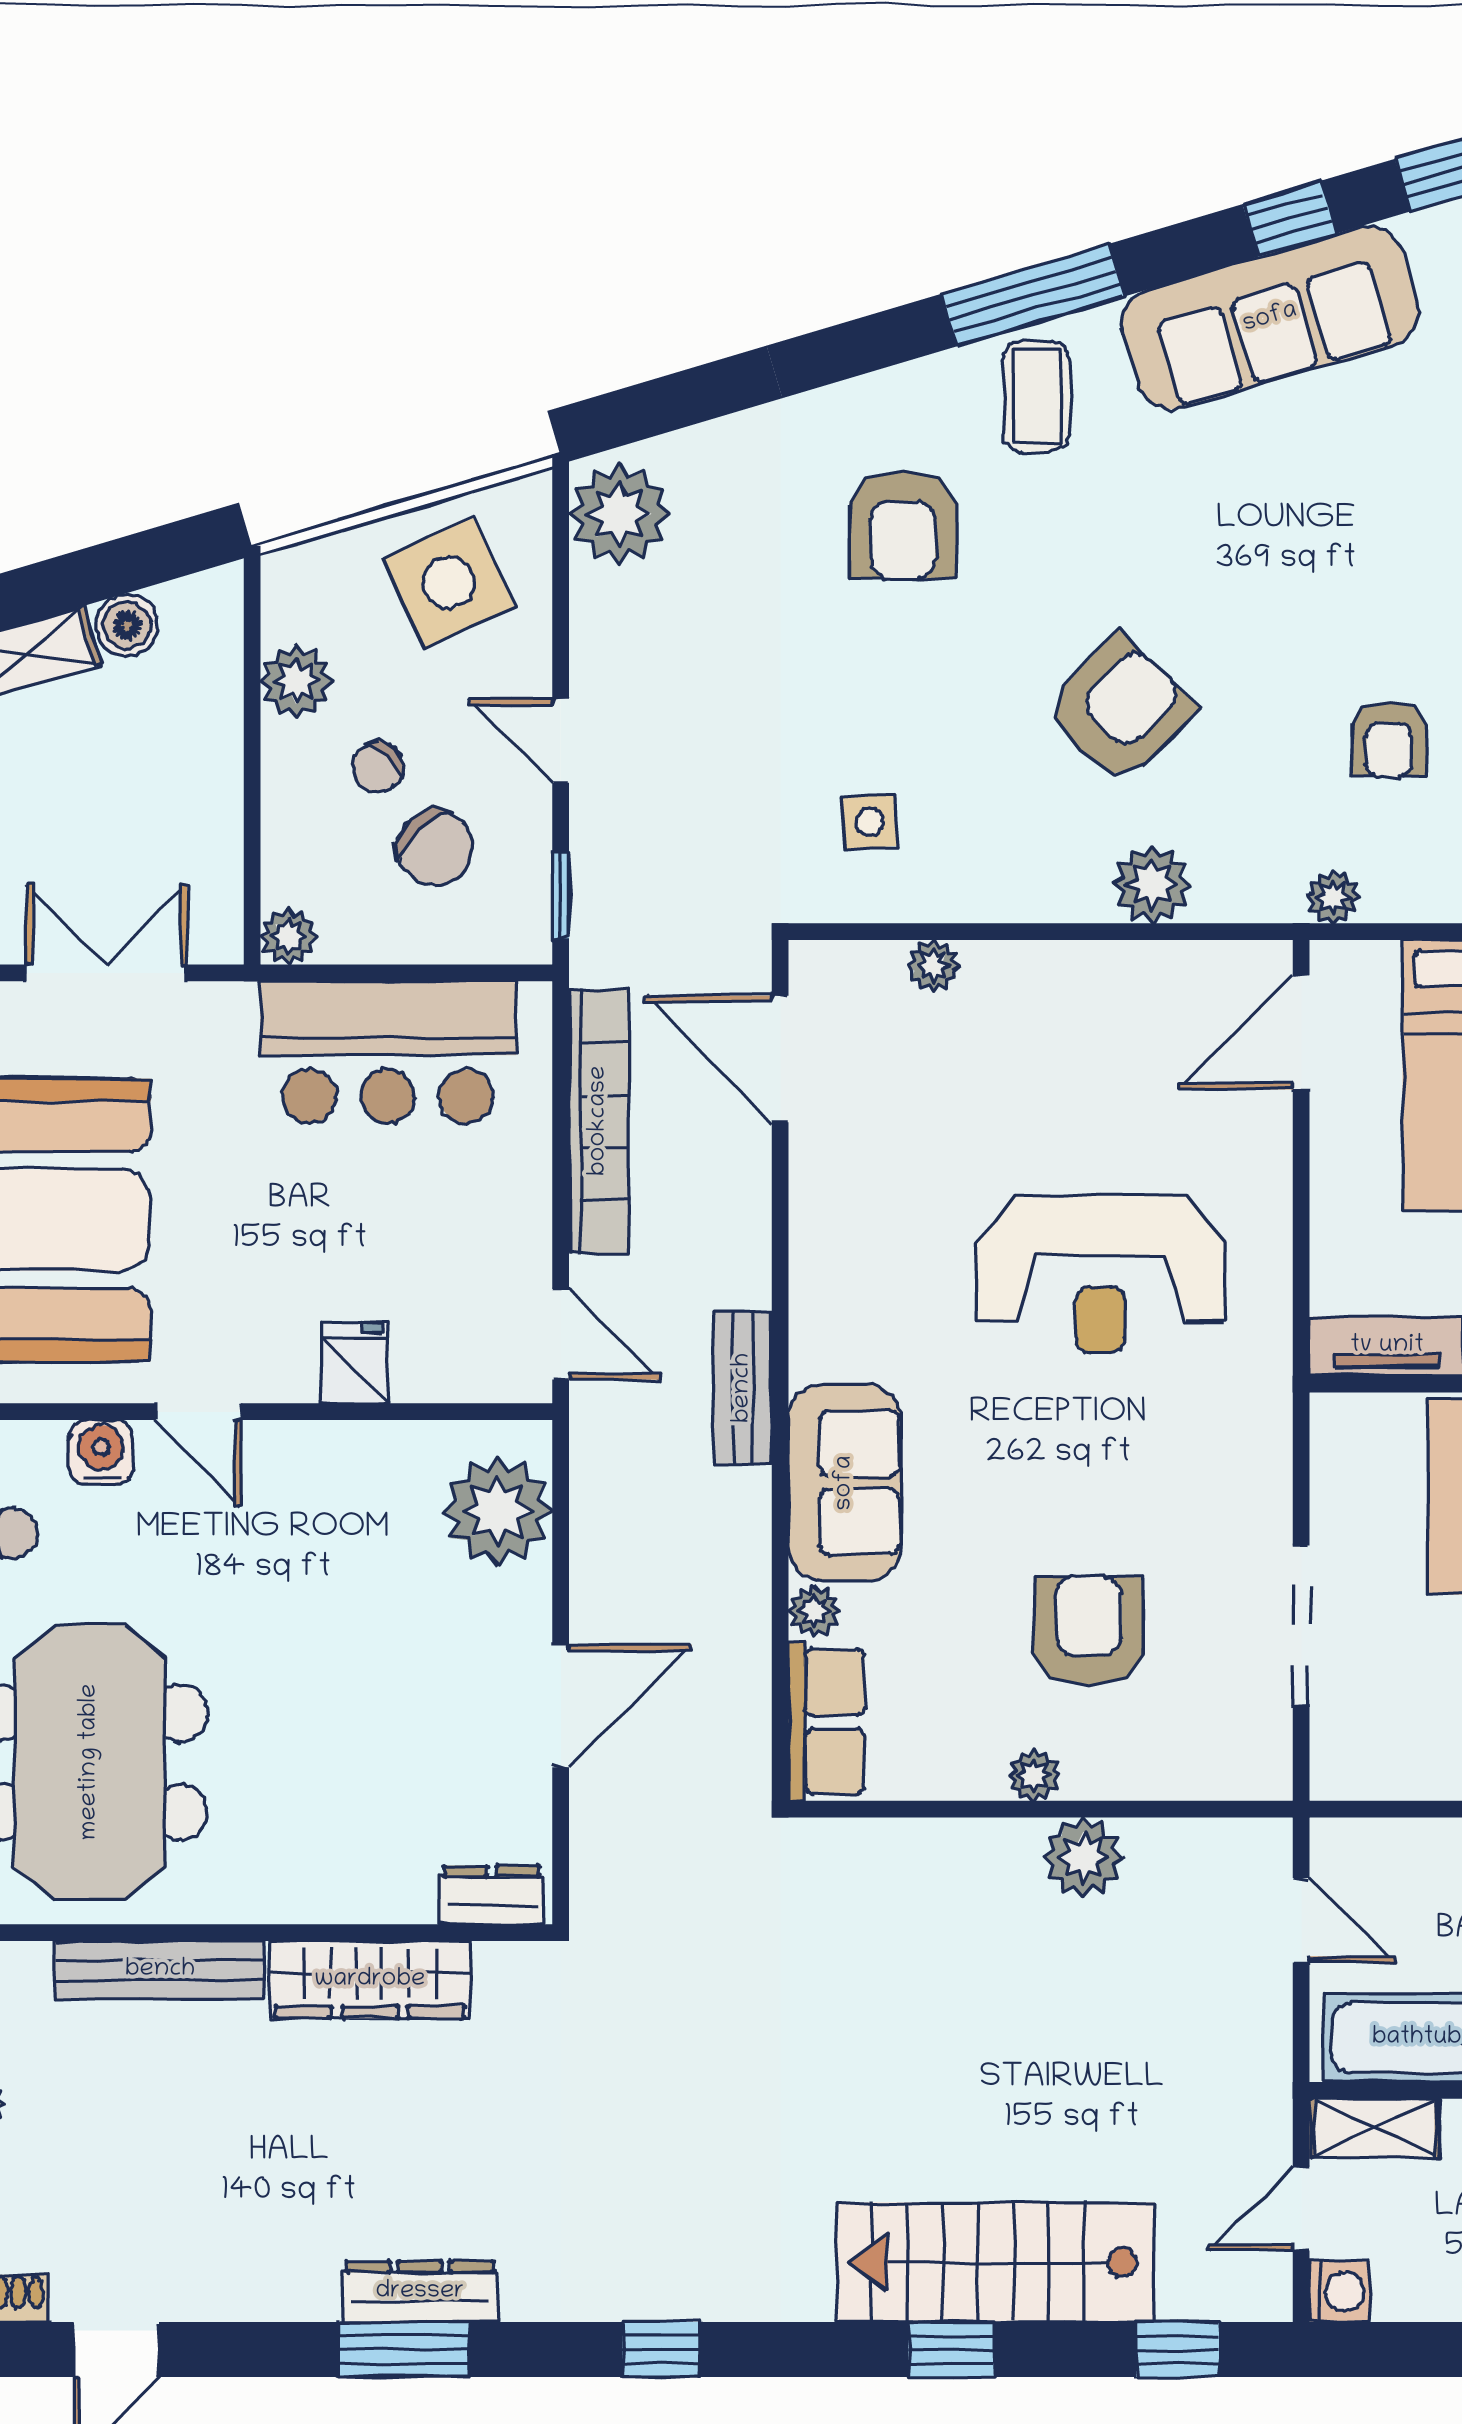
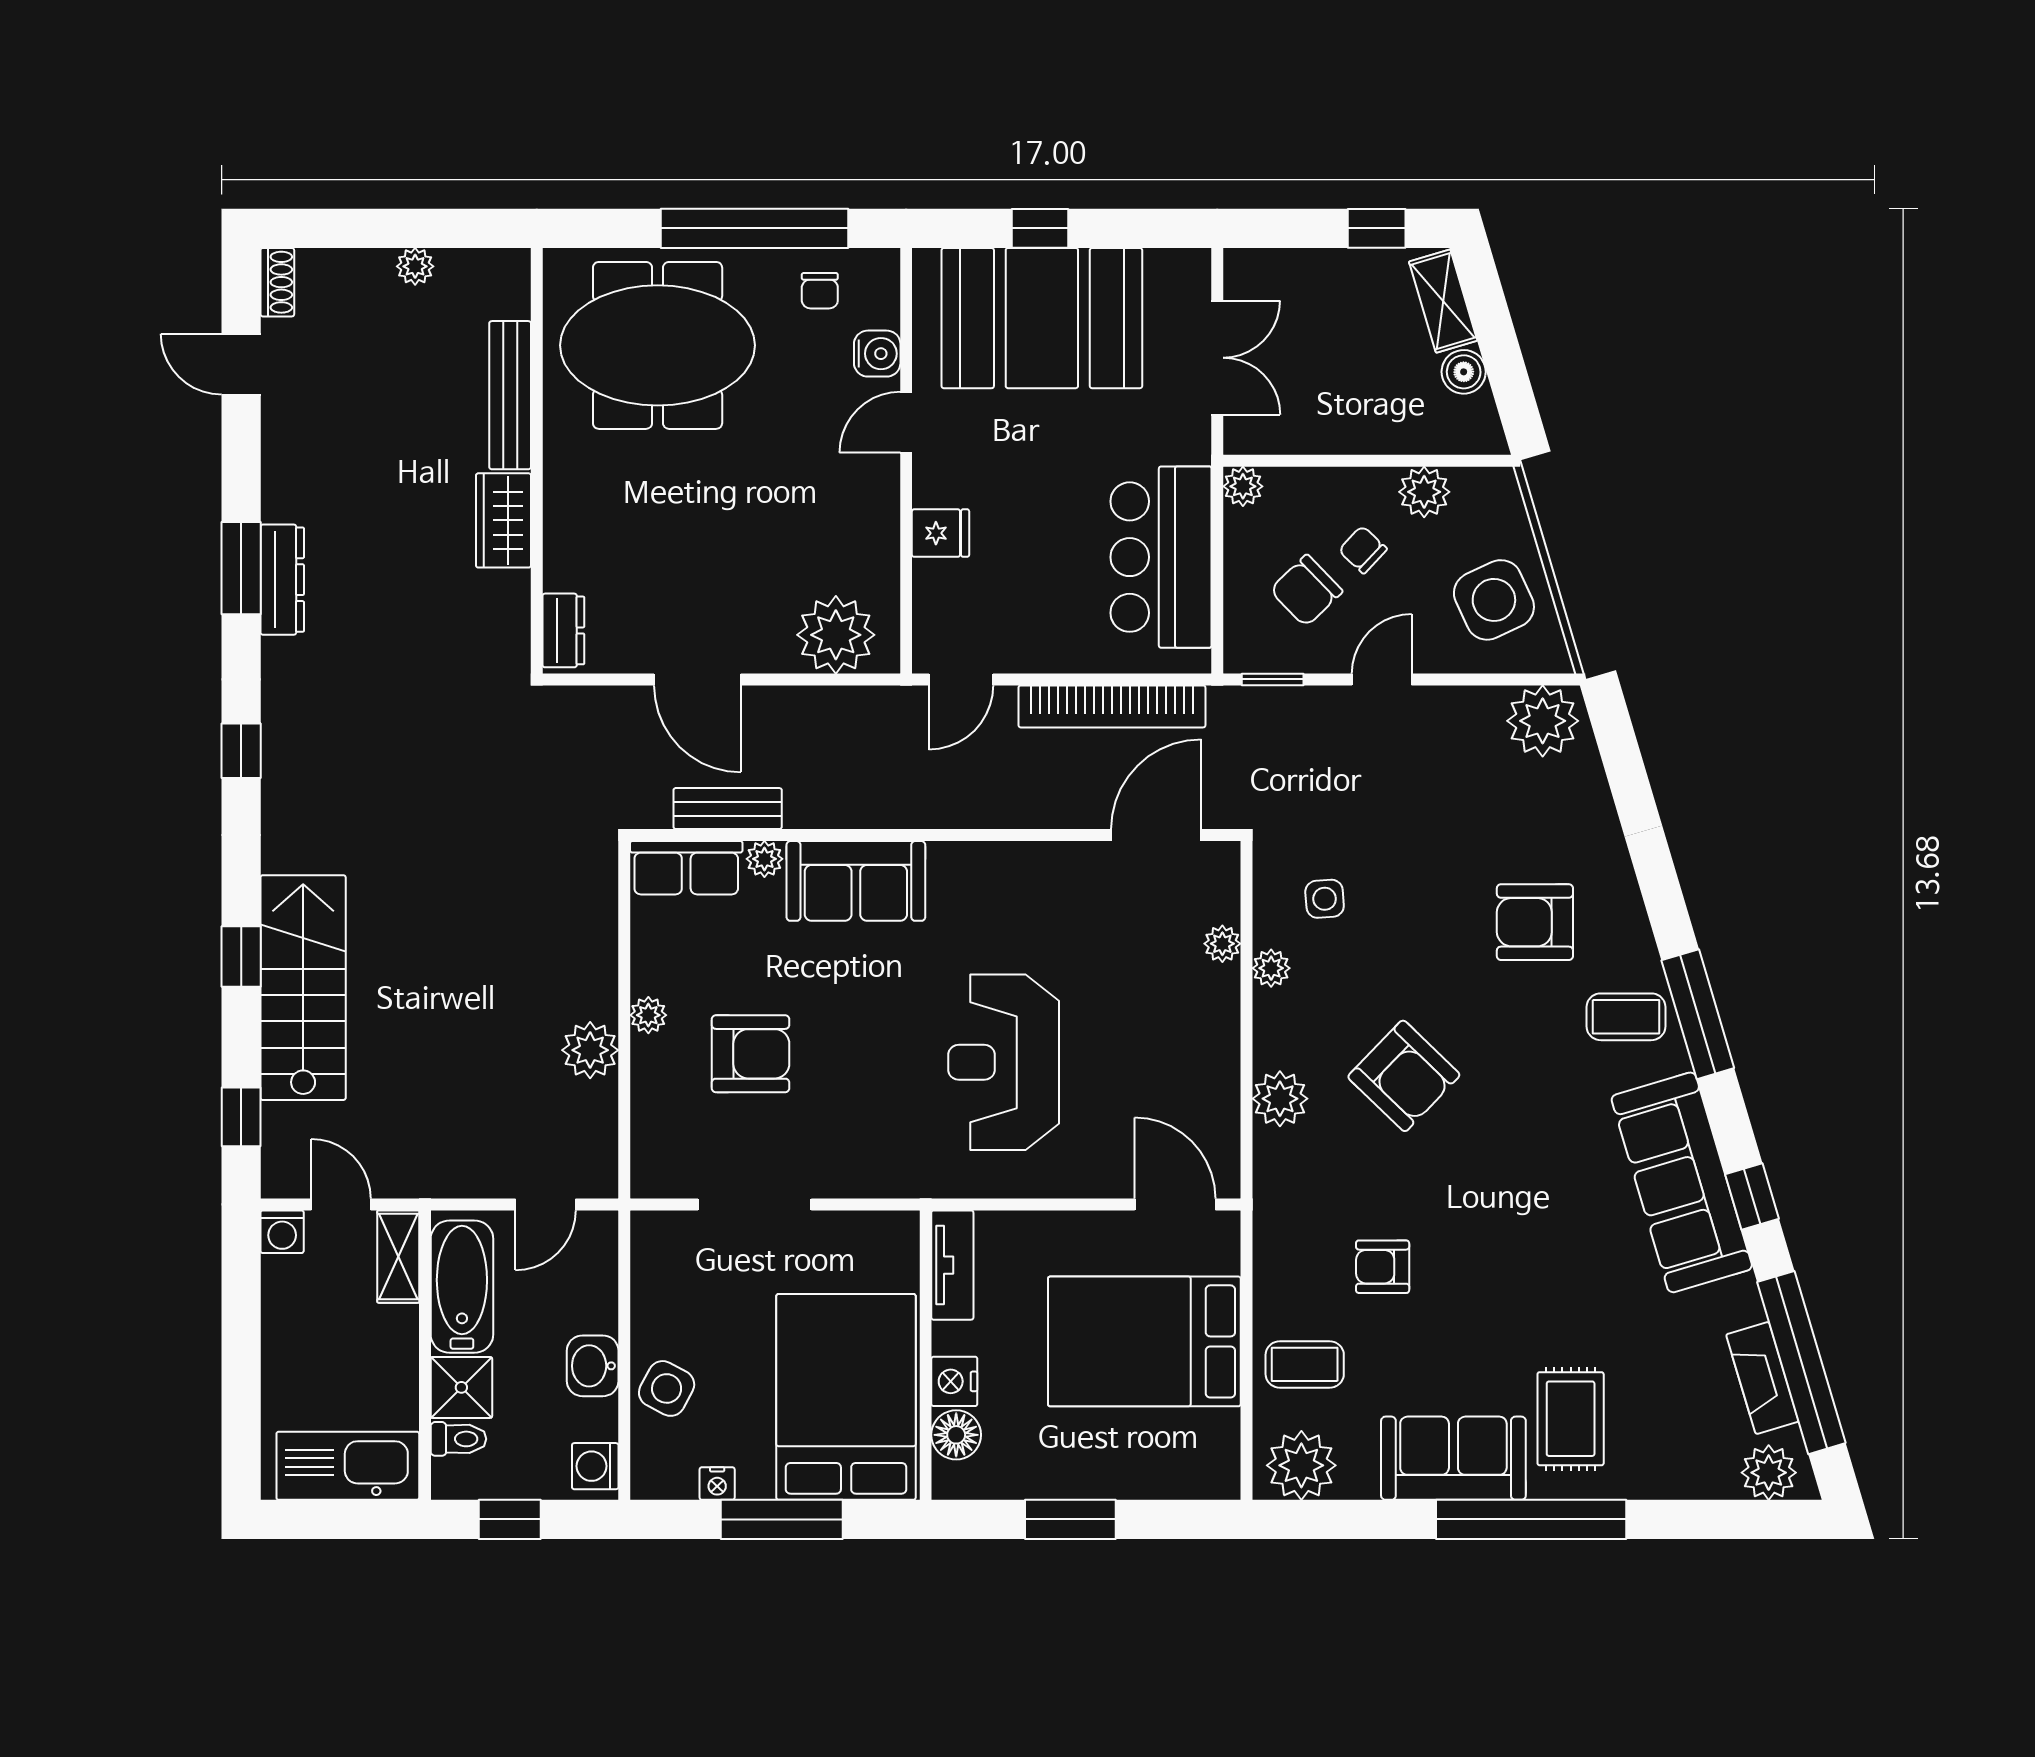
plant: (1333, 897) -> (1271, 968), moved
bench: (743, 1388) -> (728, 809), moved
wardrobe: (370, 1980) -> (503, 520), width x0.67

